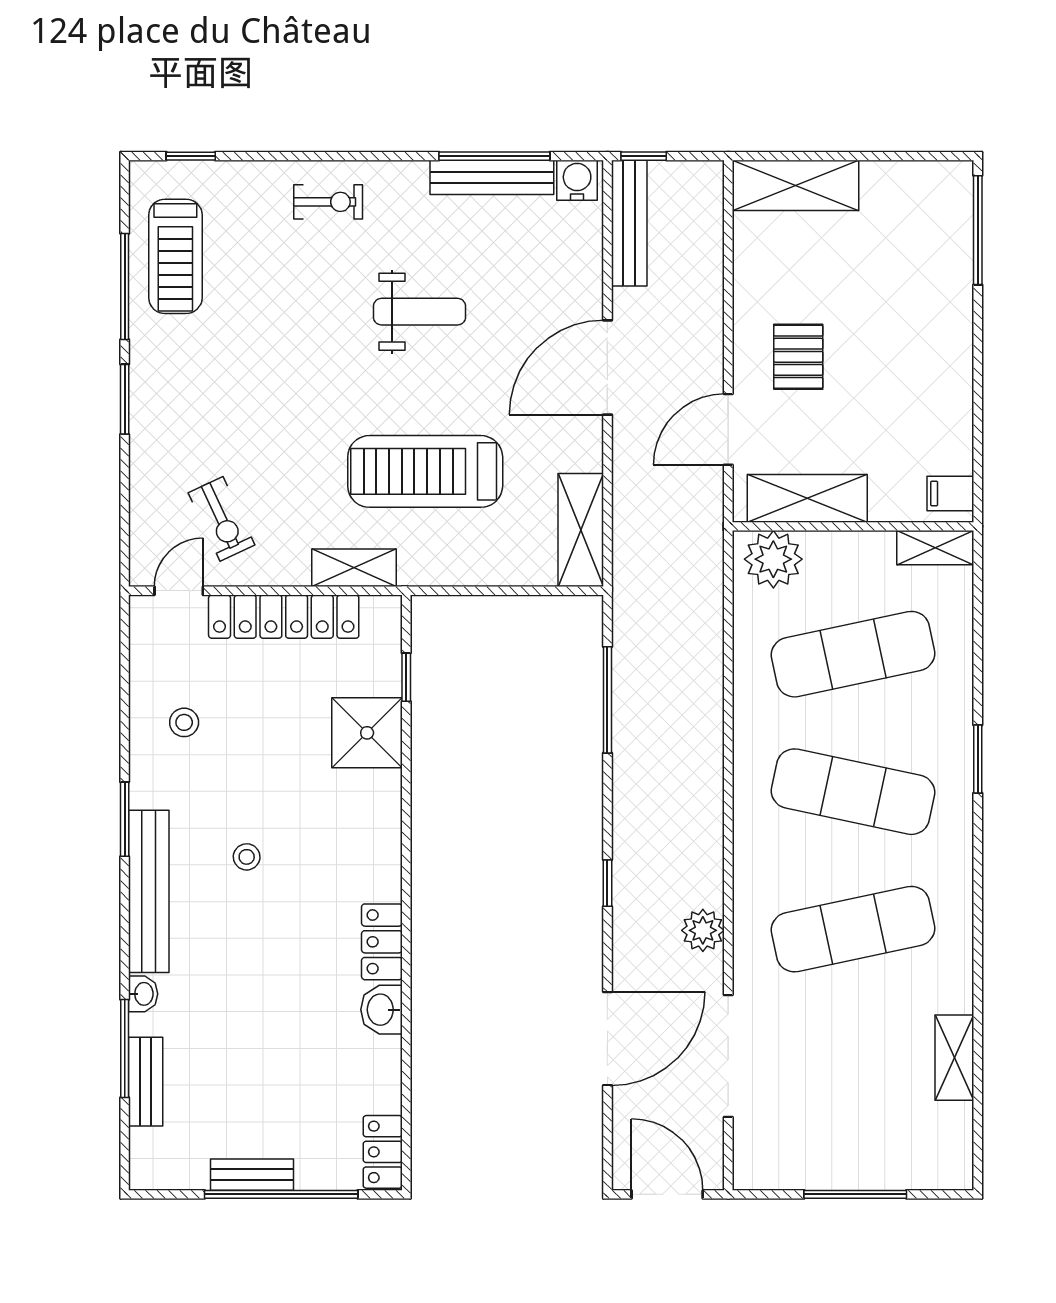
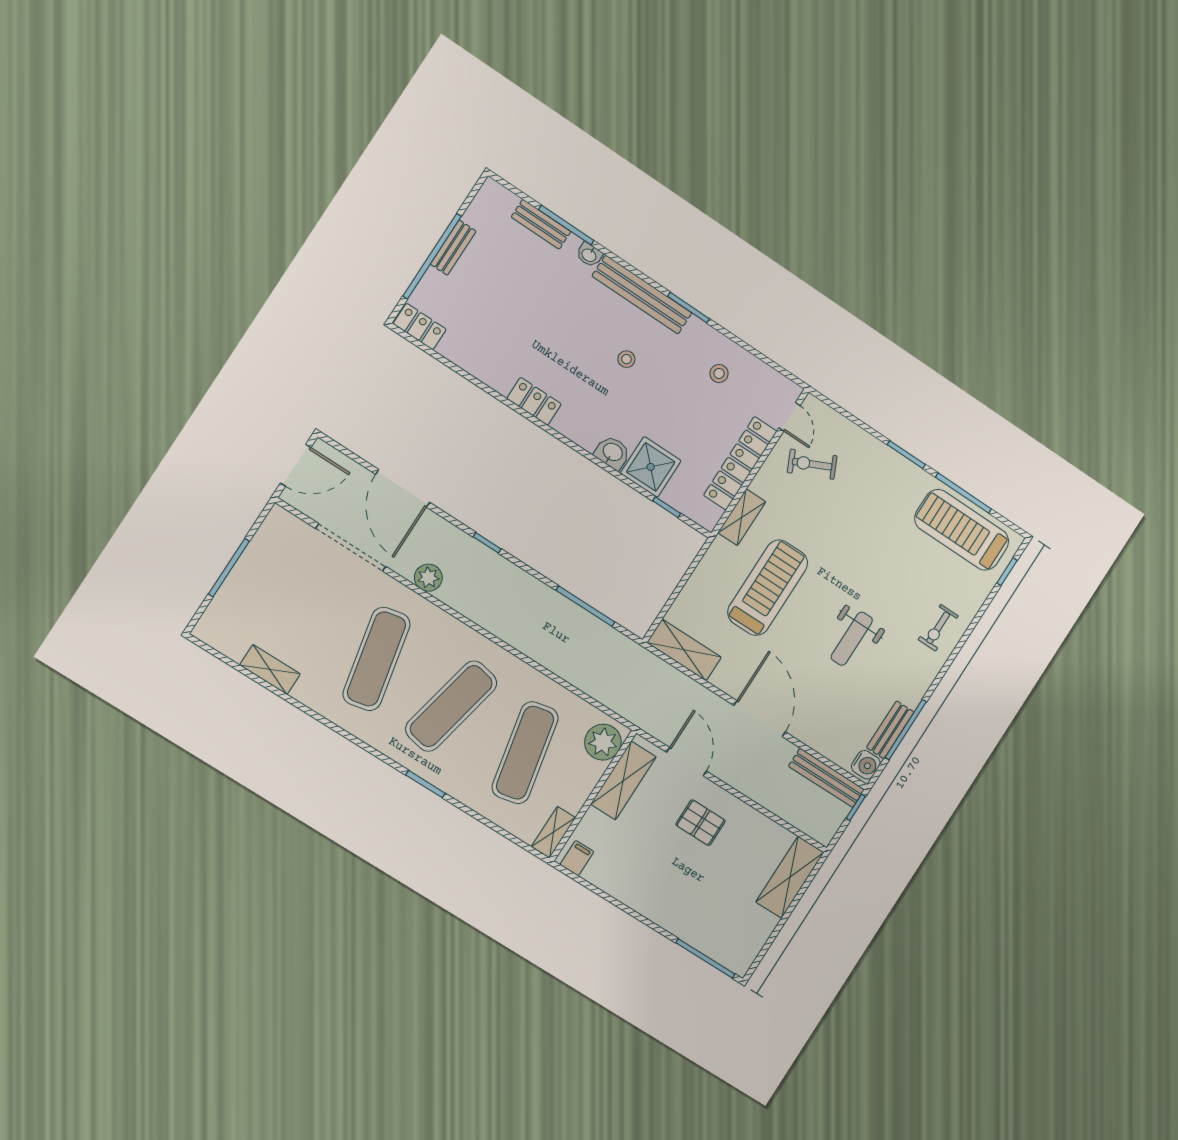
bench: (492, 177) -> (890, 730), width x0.73
treadmill: (175, 256) -> (962, 530), width x1.37, depth x1.38
washbasin: (382, 1010) -> (612, 453), moved

